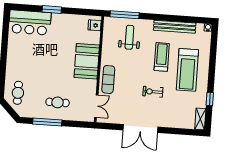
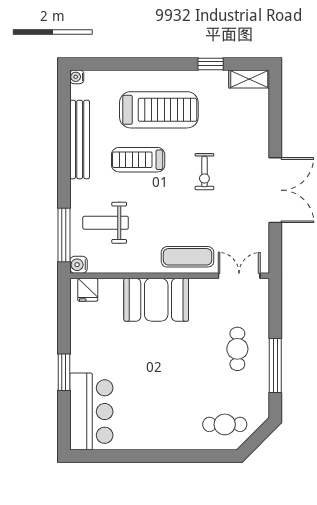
water cooler: (108, 21) -> (78, 265), added

